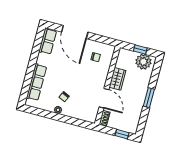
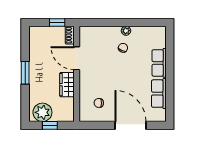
row of seats: (48, 41) -> (159, 94), moved
row of seats: (37, 82) -> (159, 63), width x0.68
window: (122, 134) -> (57, 22), moved

